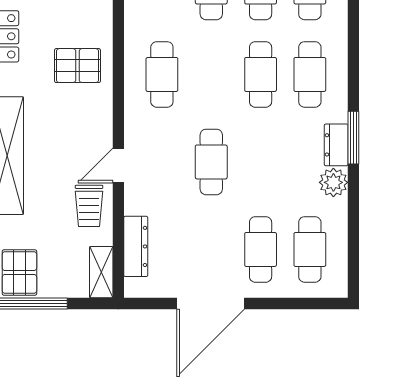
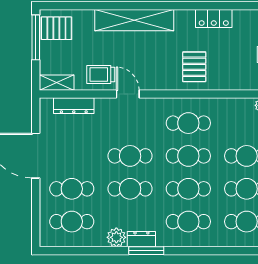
cafe table: (211, 74) -> (188, 156), added
cafe table: (261, 162) -> (130, 189), added

